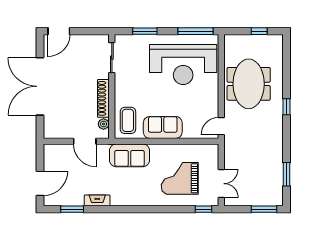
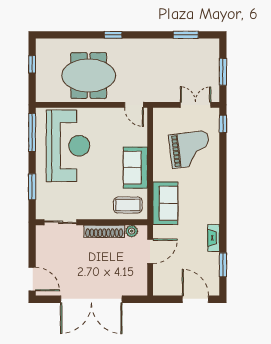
grand piano: (180, 178) -> (190, 149), turned -97
window: (264, 209) -> (223, 72), moved

